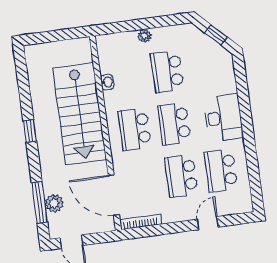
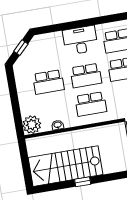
plant: (145, 36) -> (32, 125), moved, width x1.87, depth x1.87
stairs: (80, 114) -> (65, 166), moved, turned 180
window: (30, 131) -> (83, 182), moved

